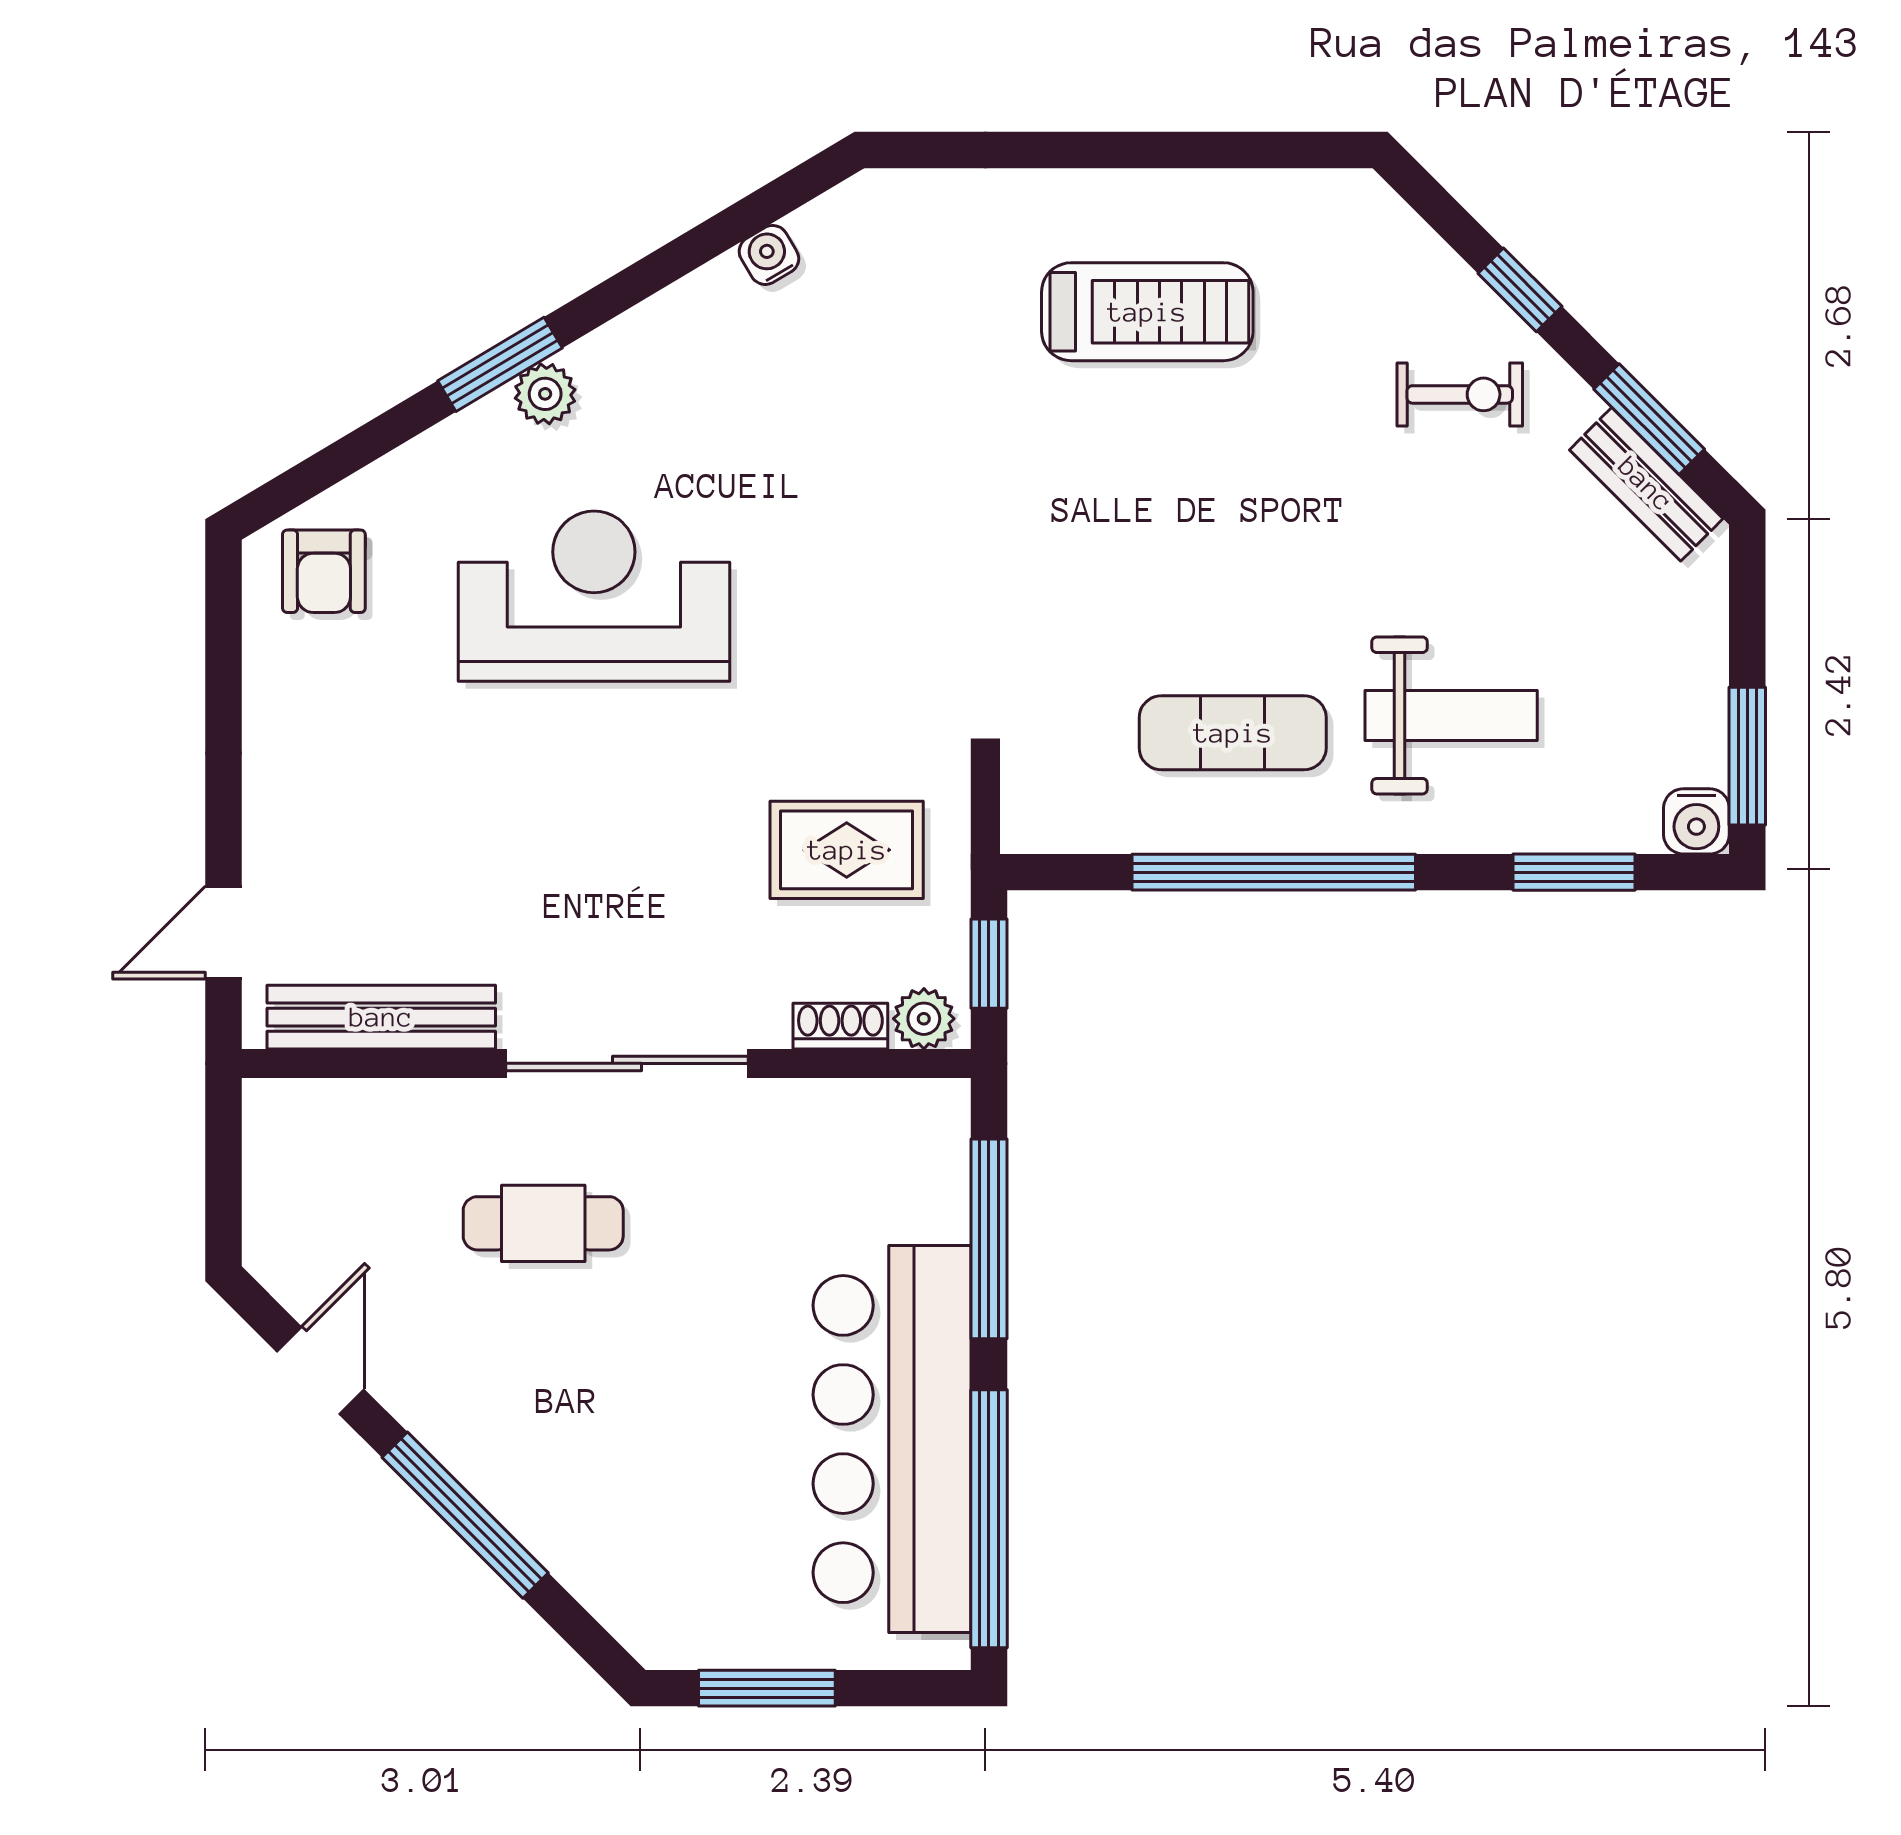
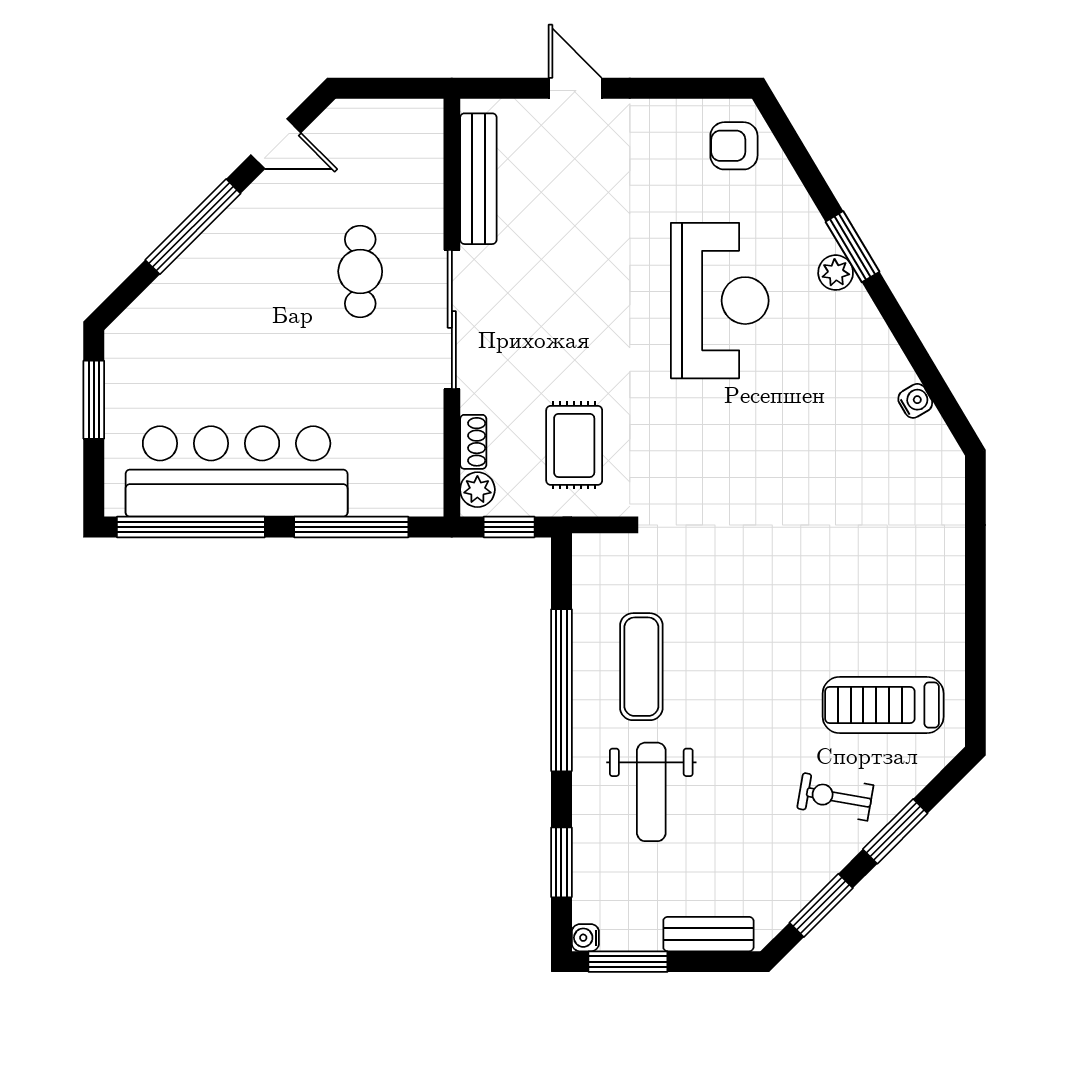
window: (1520, 290) -> (895, 831), width x1.50
treadmill: (1147, 312) -> (883, 705), moved, turned 90
exercise bike: (1460, 394) -> (835, 797), turned 100
bench: (1646, 484) -> (708, 934), moved, turned 45
water cooler: (1696, 821) -> (585, 938), width x0.72, depth x0.72
door: (224, 932) -> (575, 88), moved

